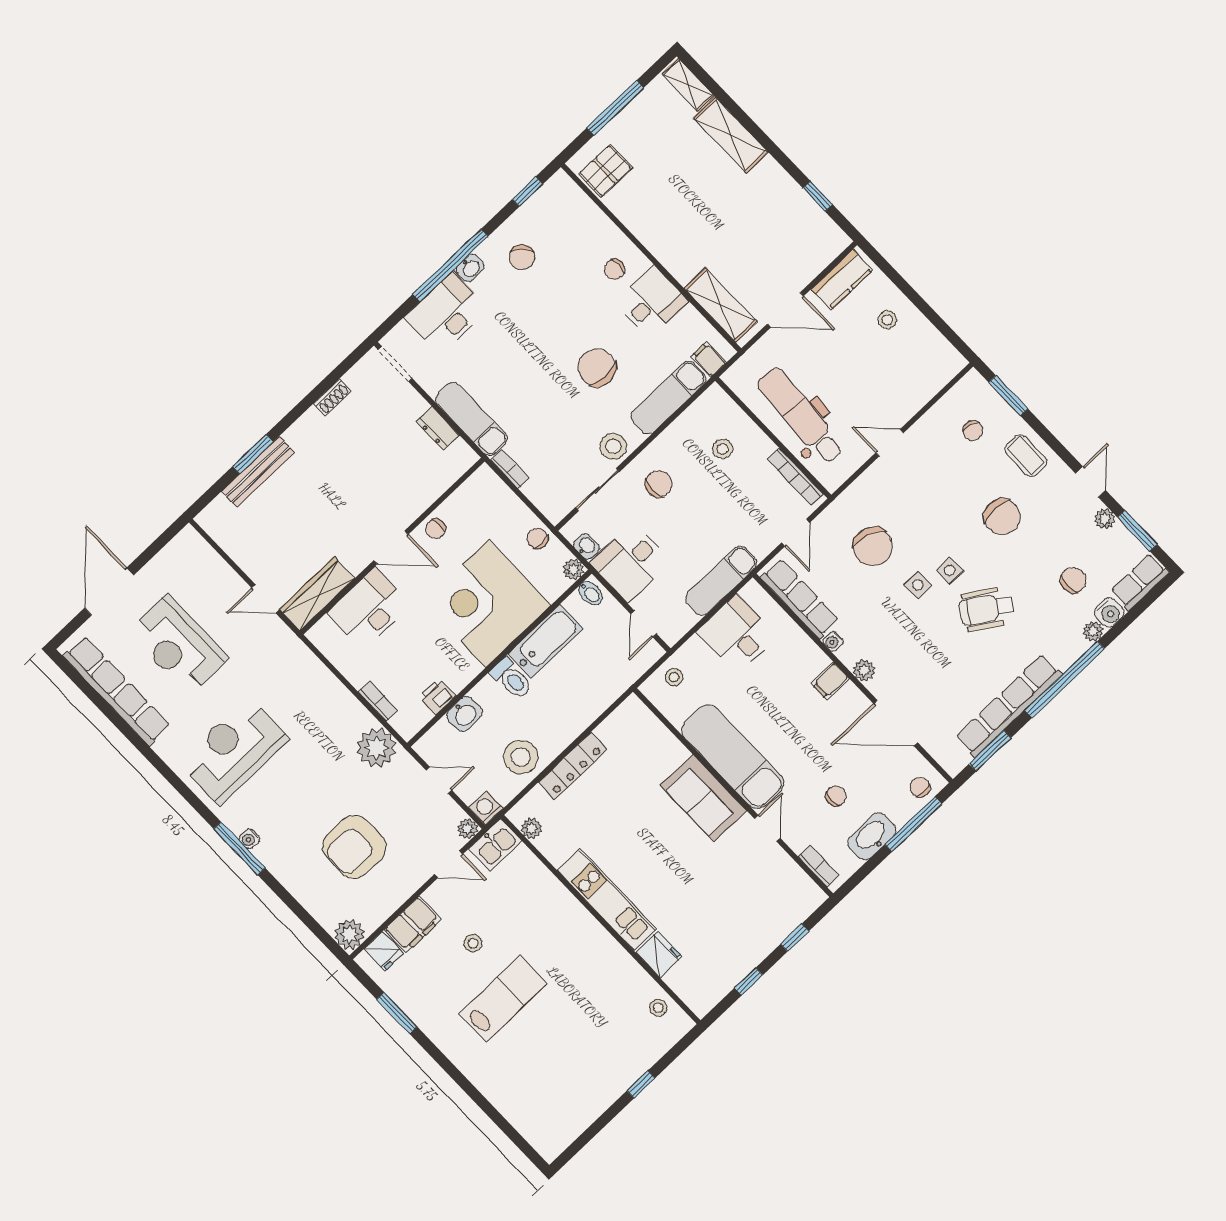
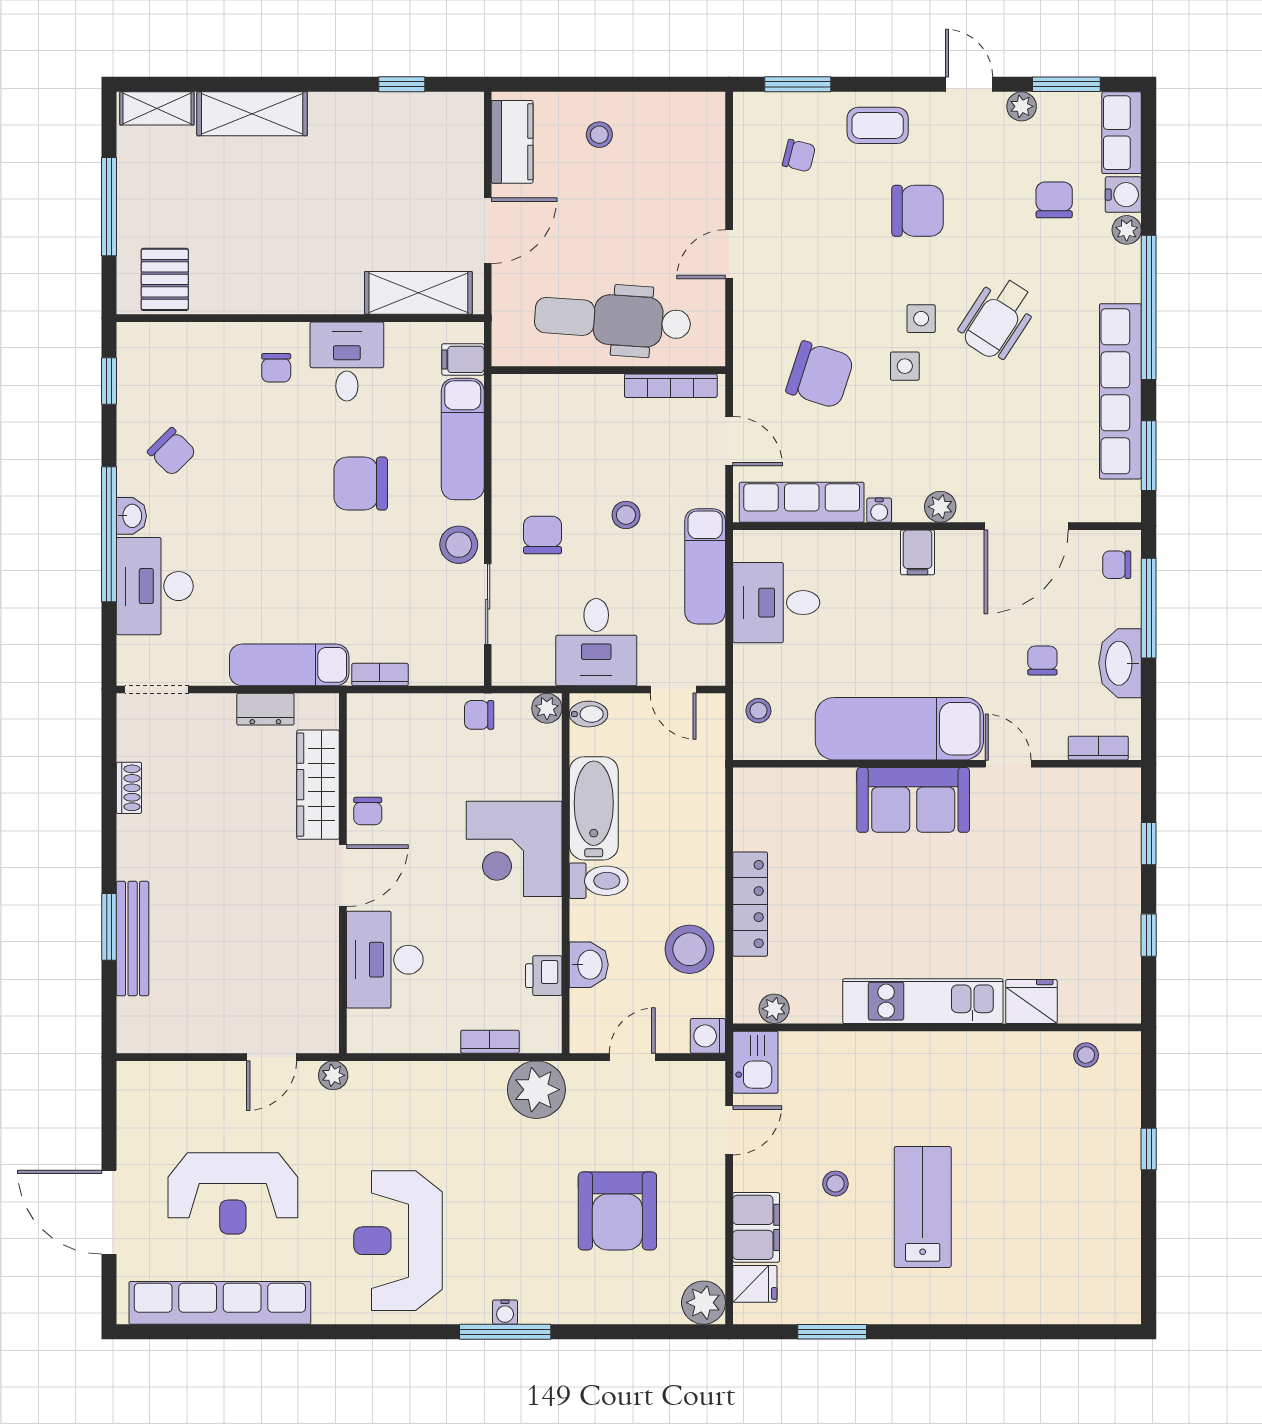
stool: (723, 449) -> (626, 515), moved
washbasin: (586, 546) -> (536, 672), removed
wardrobe: (317, 594) -> (318, 785), moved
corner desk: (487, 604) -> (514, 849), width x0.74, depth x0.74
plant: (467, 829) -> (333, 1075), moved

